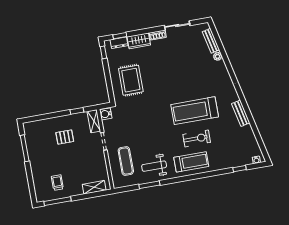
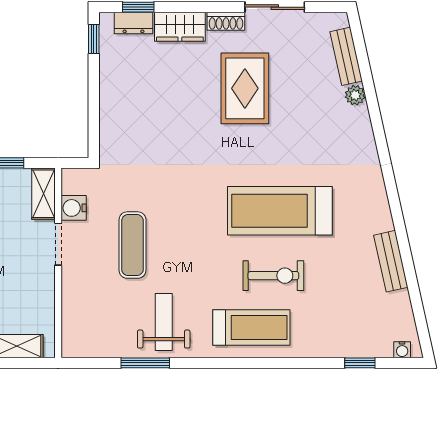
rug: (131, 80) -> (245, 88), moved
bench: (241, 113) -> (391, 261), moved
water cooler: (106, 114) -> (74, 208), moved
exercise mat: (126, 161) -> (132, 245), moved
weight bench: (154, 166) -> (164, 322), turned 90

